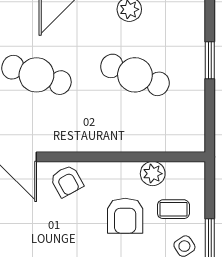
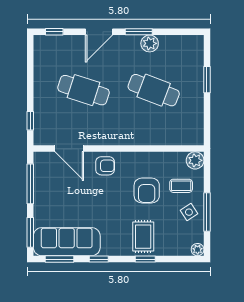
plant: (153, 174) -> (195, 160), moved
armchair: (67, 181) -> (105, 166), turned -61

